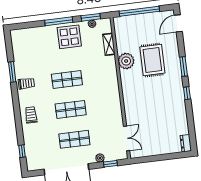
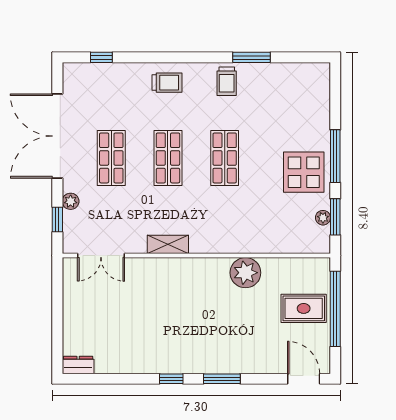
shelving: (109, 44) -> (168, 244), moved
rug: (152, 60) -> (304, 308), moved, width x0.73, depth x0.70

